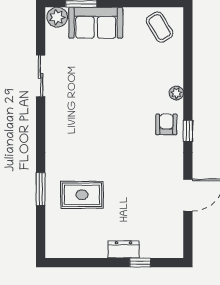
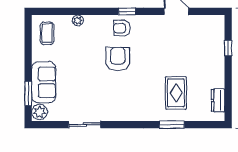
coffee table: (160, 27) -> (47, 33), turned -59
plant: (176, 93) -> (78, 20), moved
armchair: (126, 119) -> (118, 59), added
dresser: (124, 249) -> (218, 100), moved

